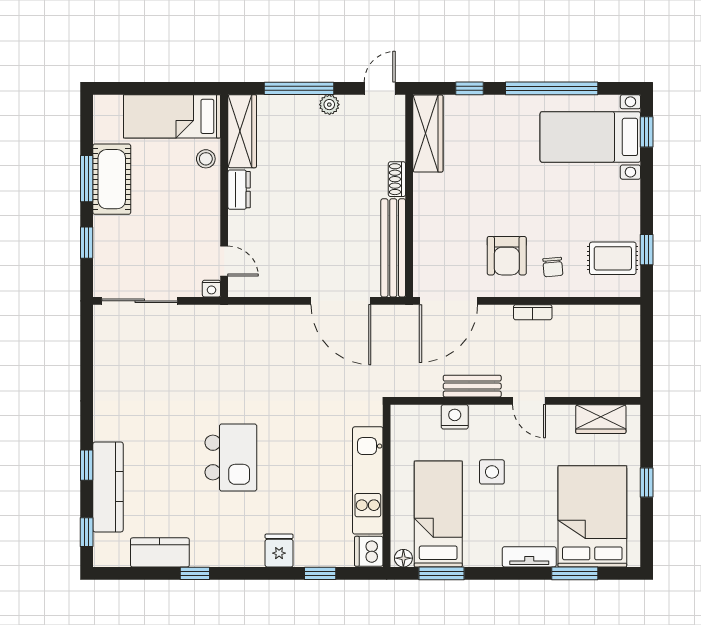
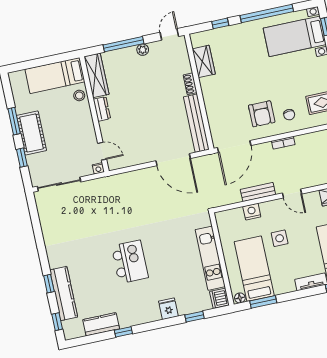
wardrobe: (428, 134) -> (204, 61), width x0.67
cot: (112, 179) -> (32, 133), moved

